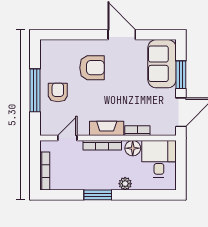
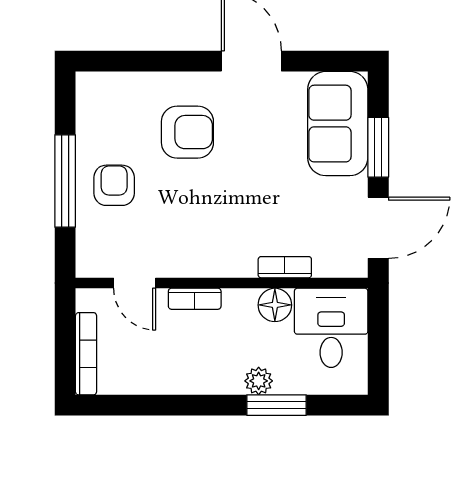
fireplace: (107, 128) -> (219, 262), removed
door: (67, 138) -> (135, 283), swing flipped
bookcase: (102, 145) -> (195, 299), width x0.64
window: (98, 195) -> (276, 405), moved

